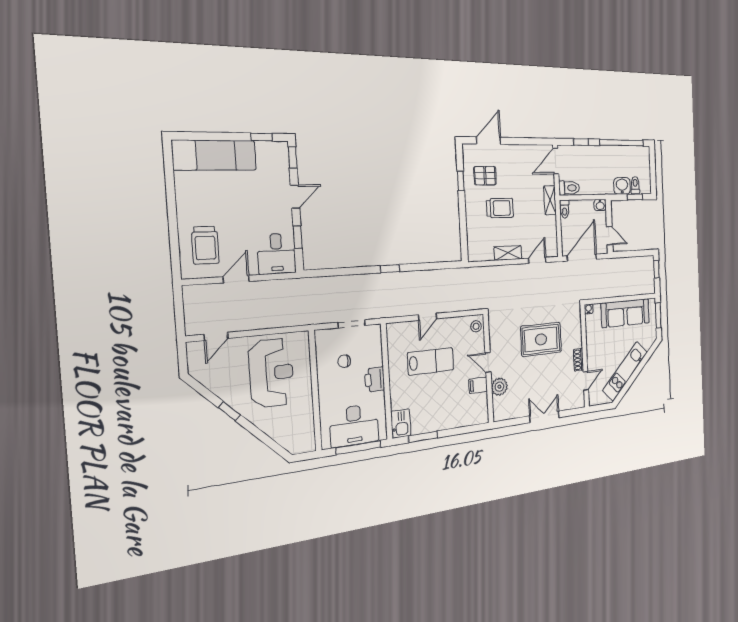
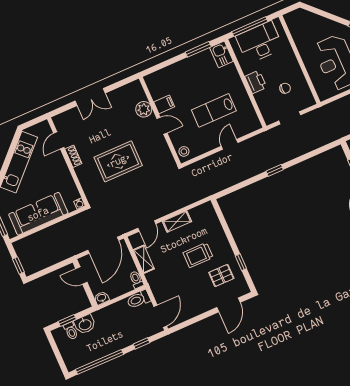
shelving: (550, 200) -> (144, 259), moved

